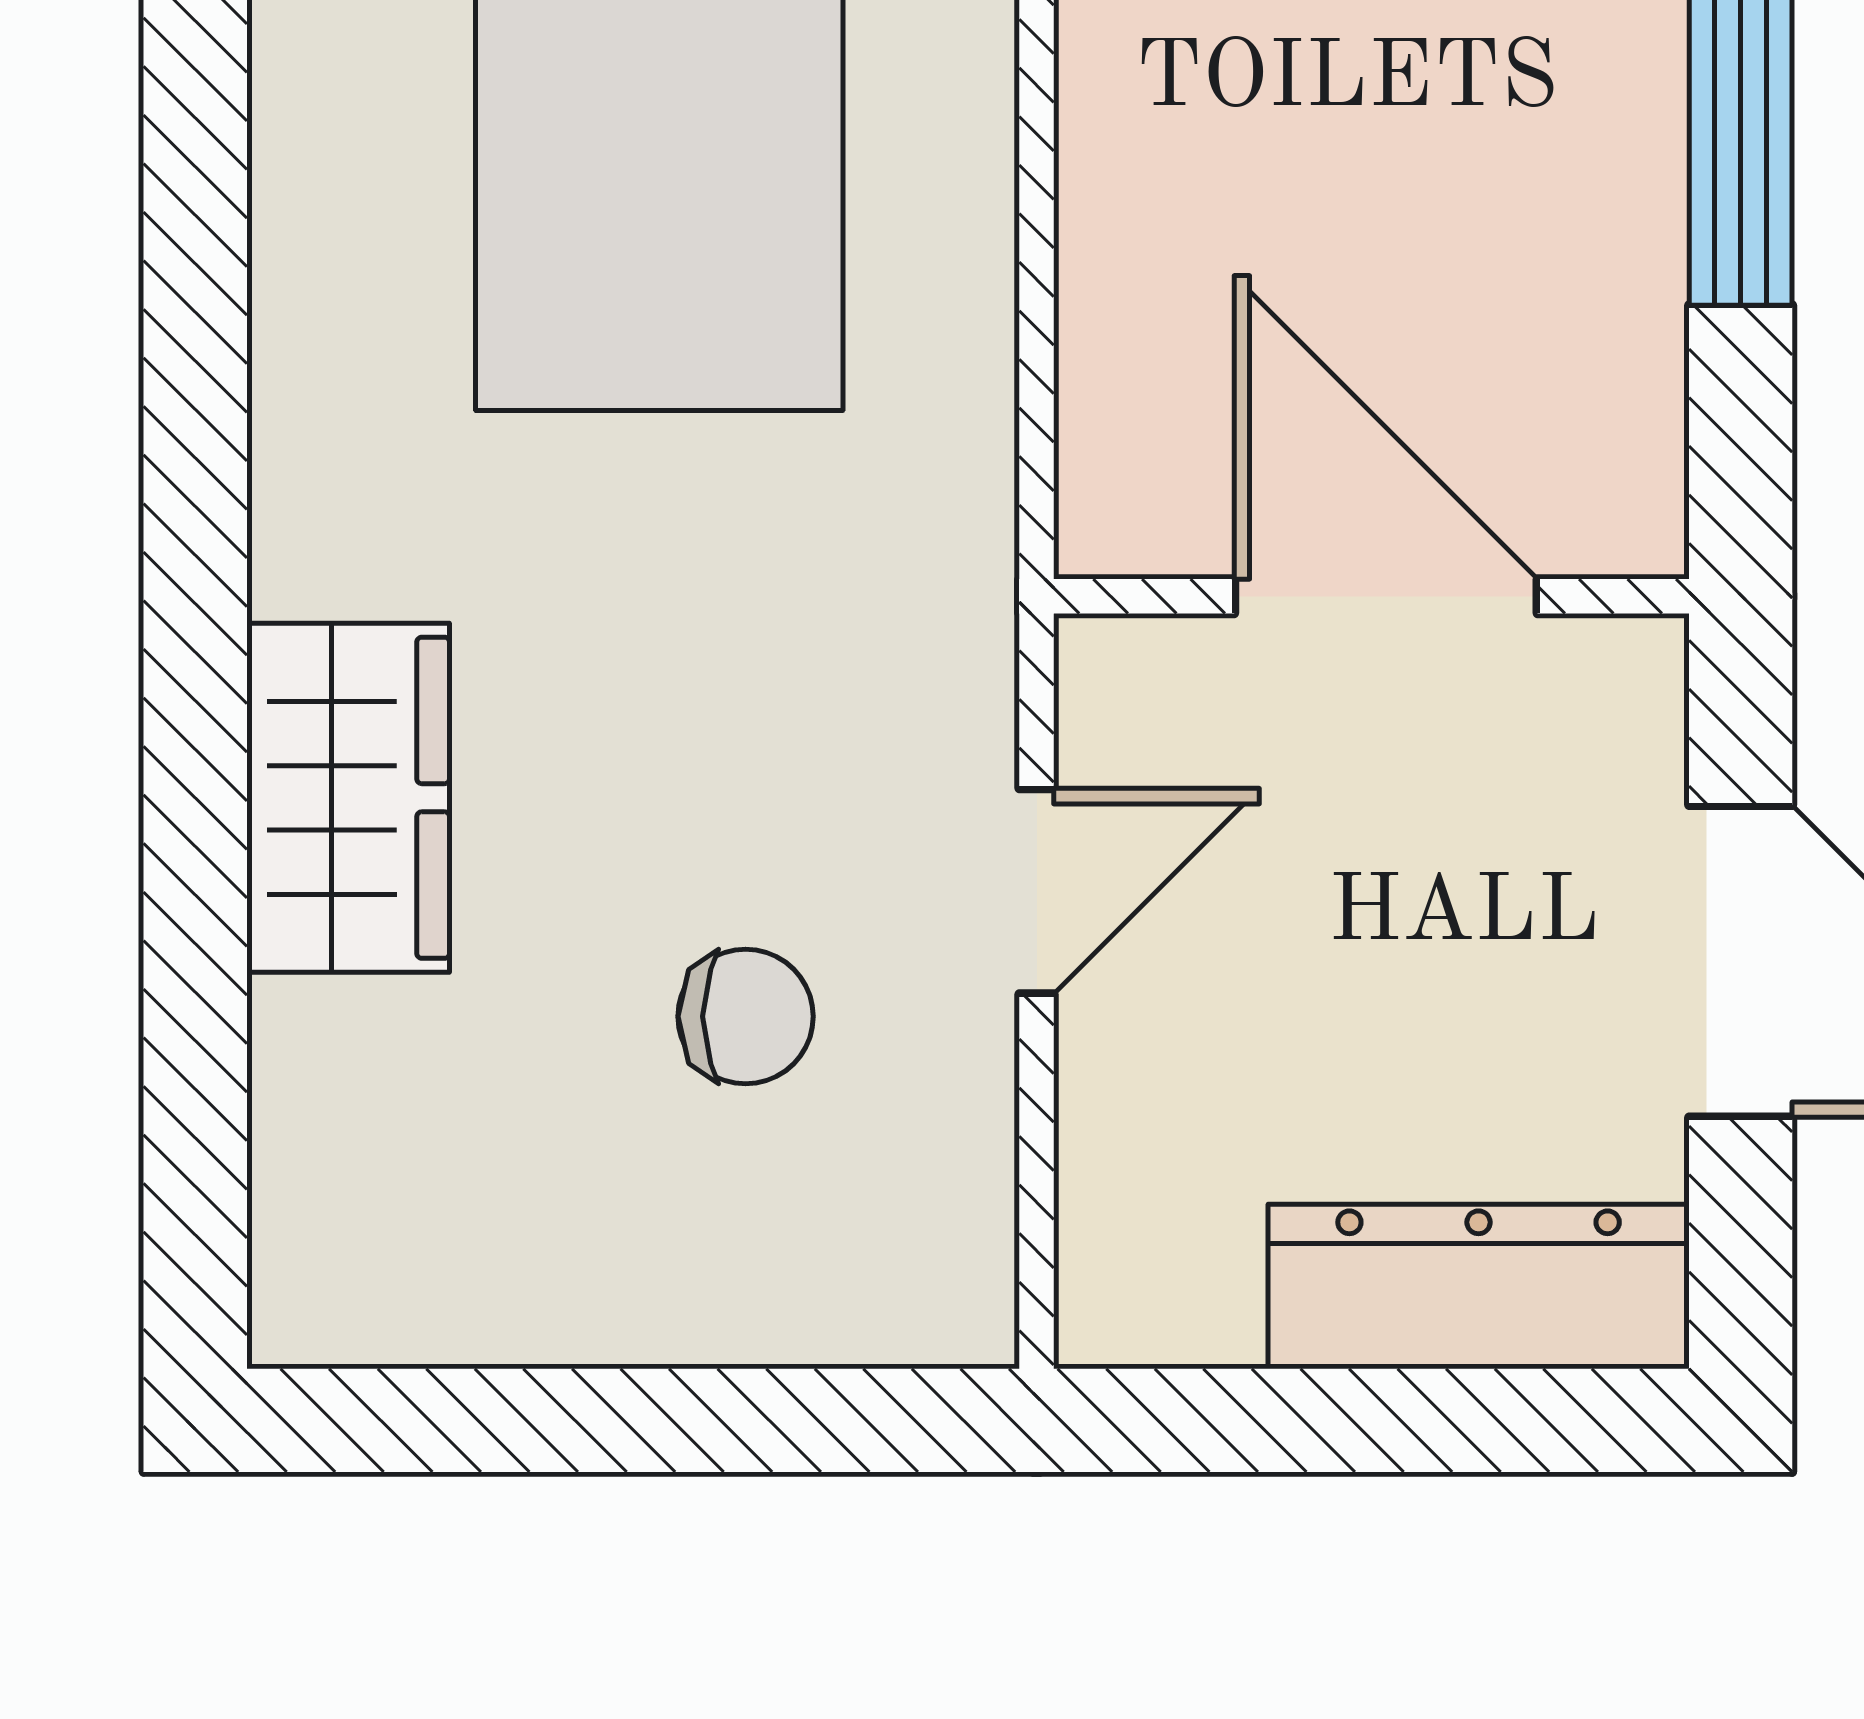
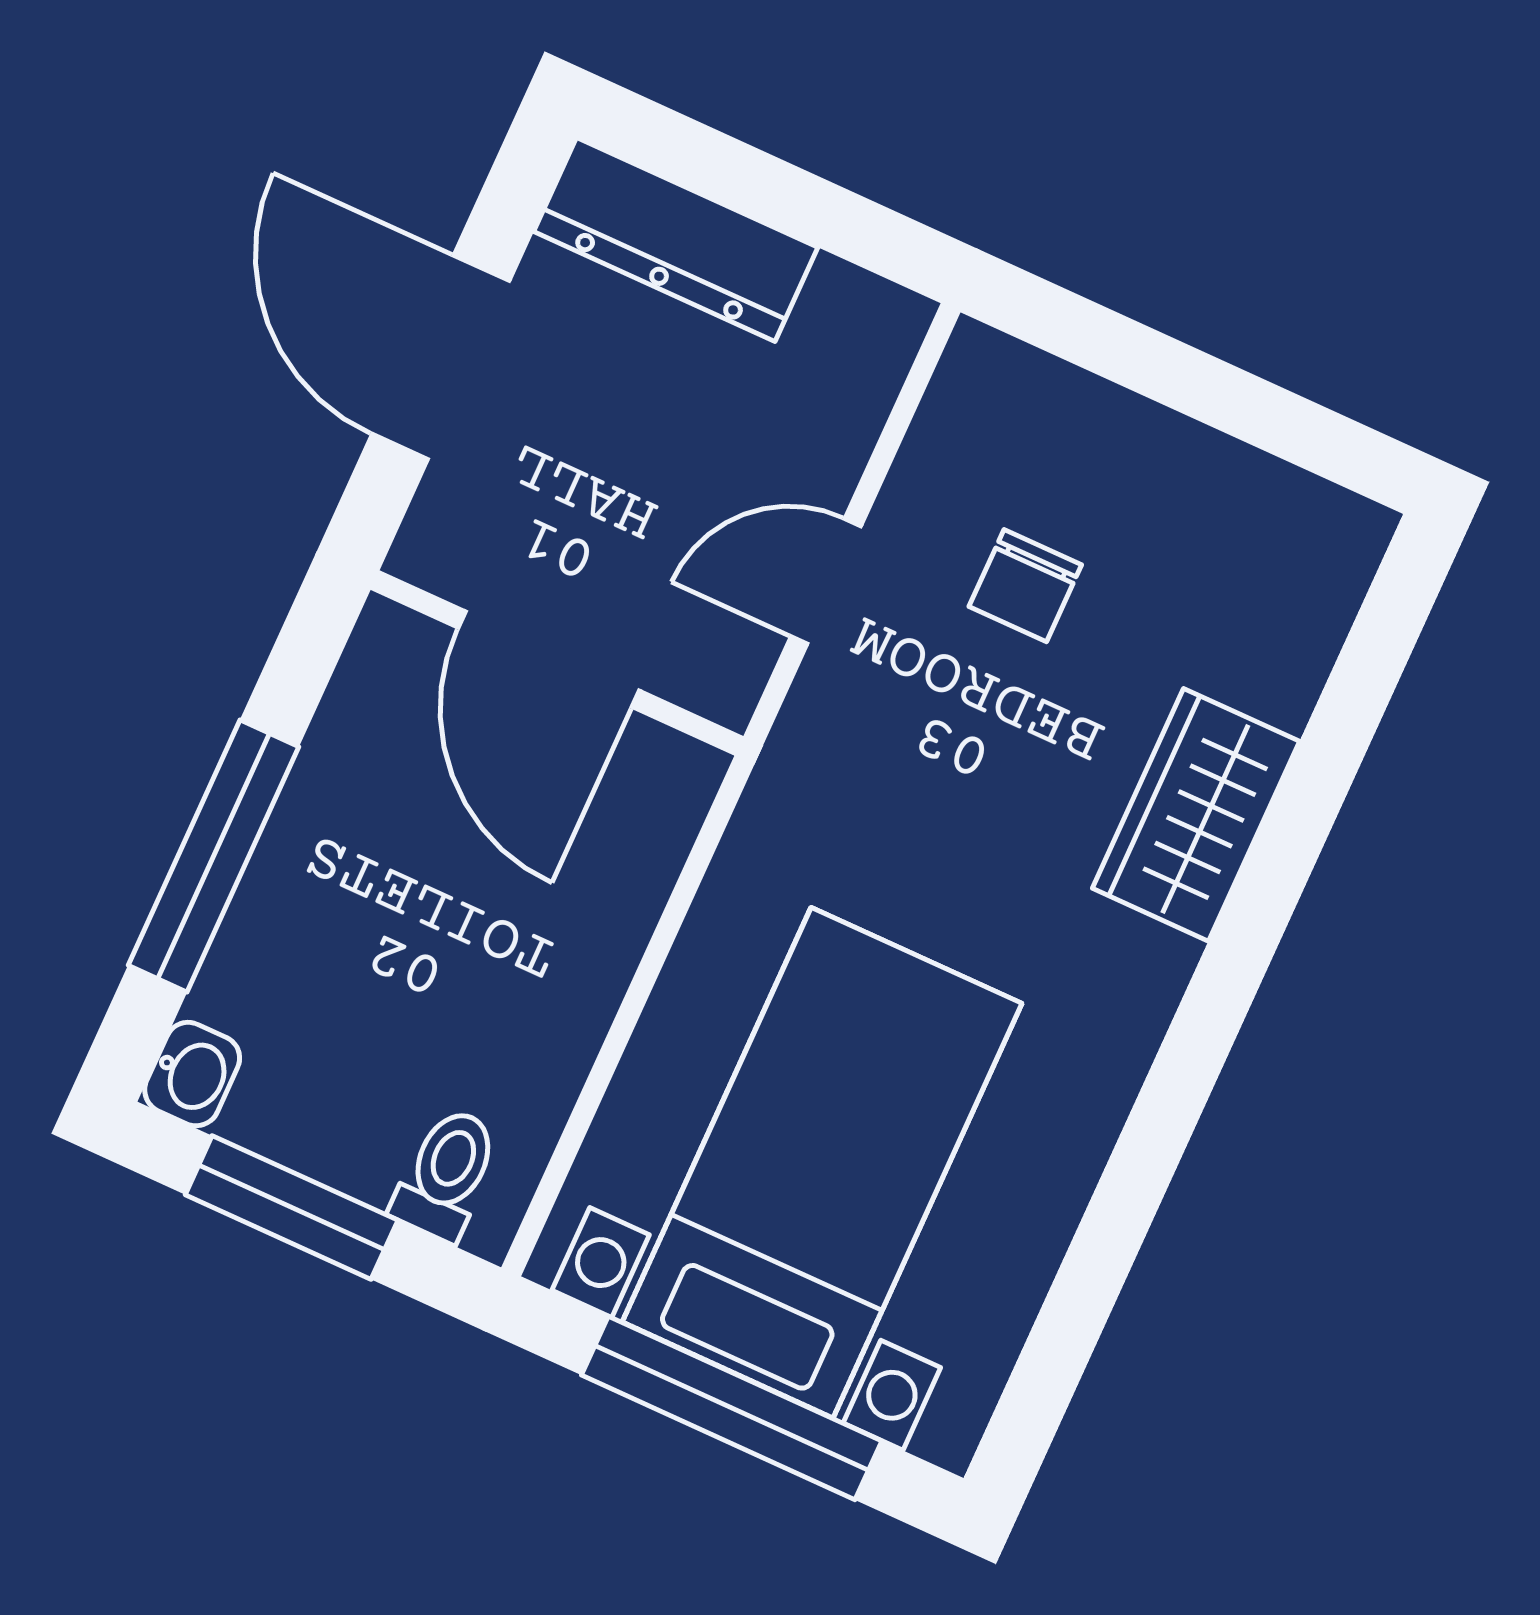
chair: (746, 1016) -> (1025, 586), turned -90

